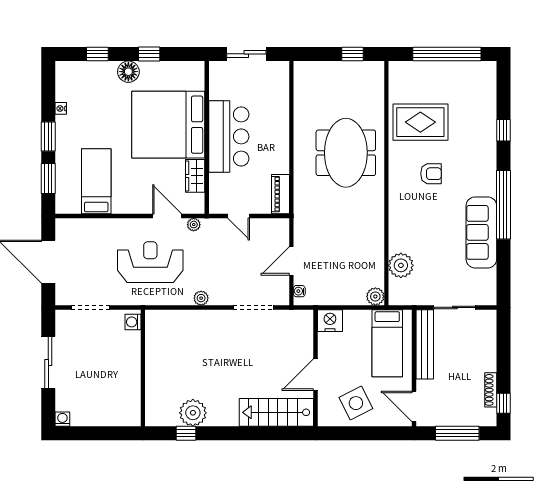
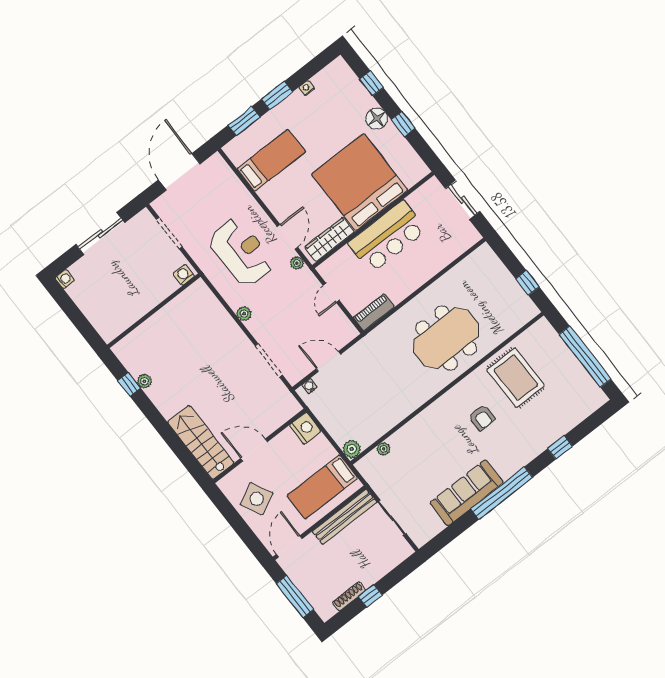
wardrobe: (195, 176) -> (329, 239), width x1.50
plant: (401, 265) -> (384, 449), width x0.53, depth x0.53
window: (503, 403) -> (370, 596), moved
plant: (193, 413) -> (144, 381), width x0.53, depth x0.53

